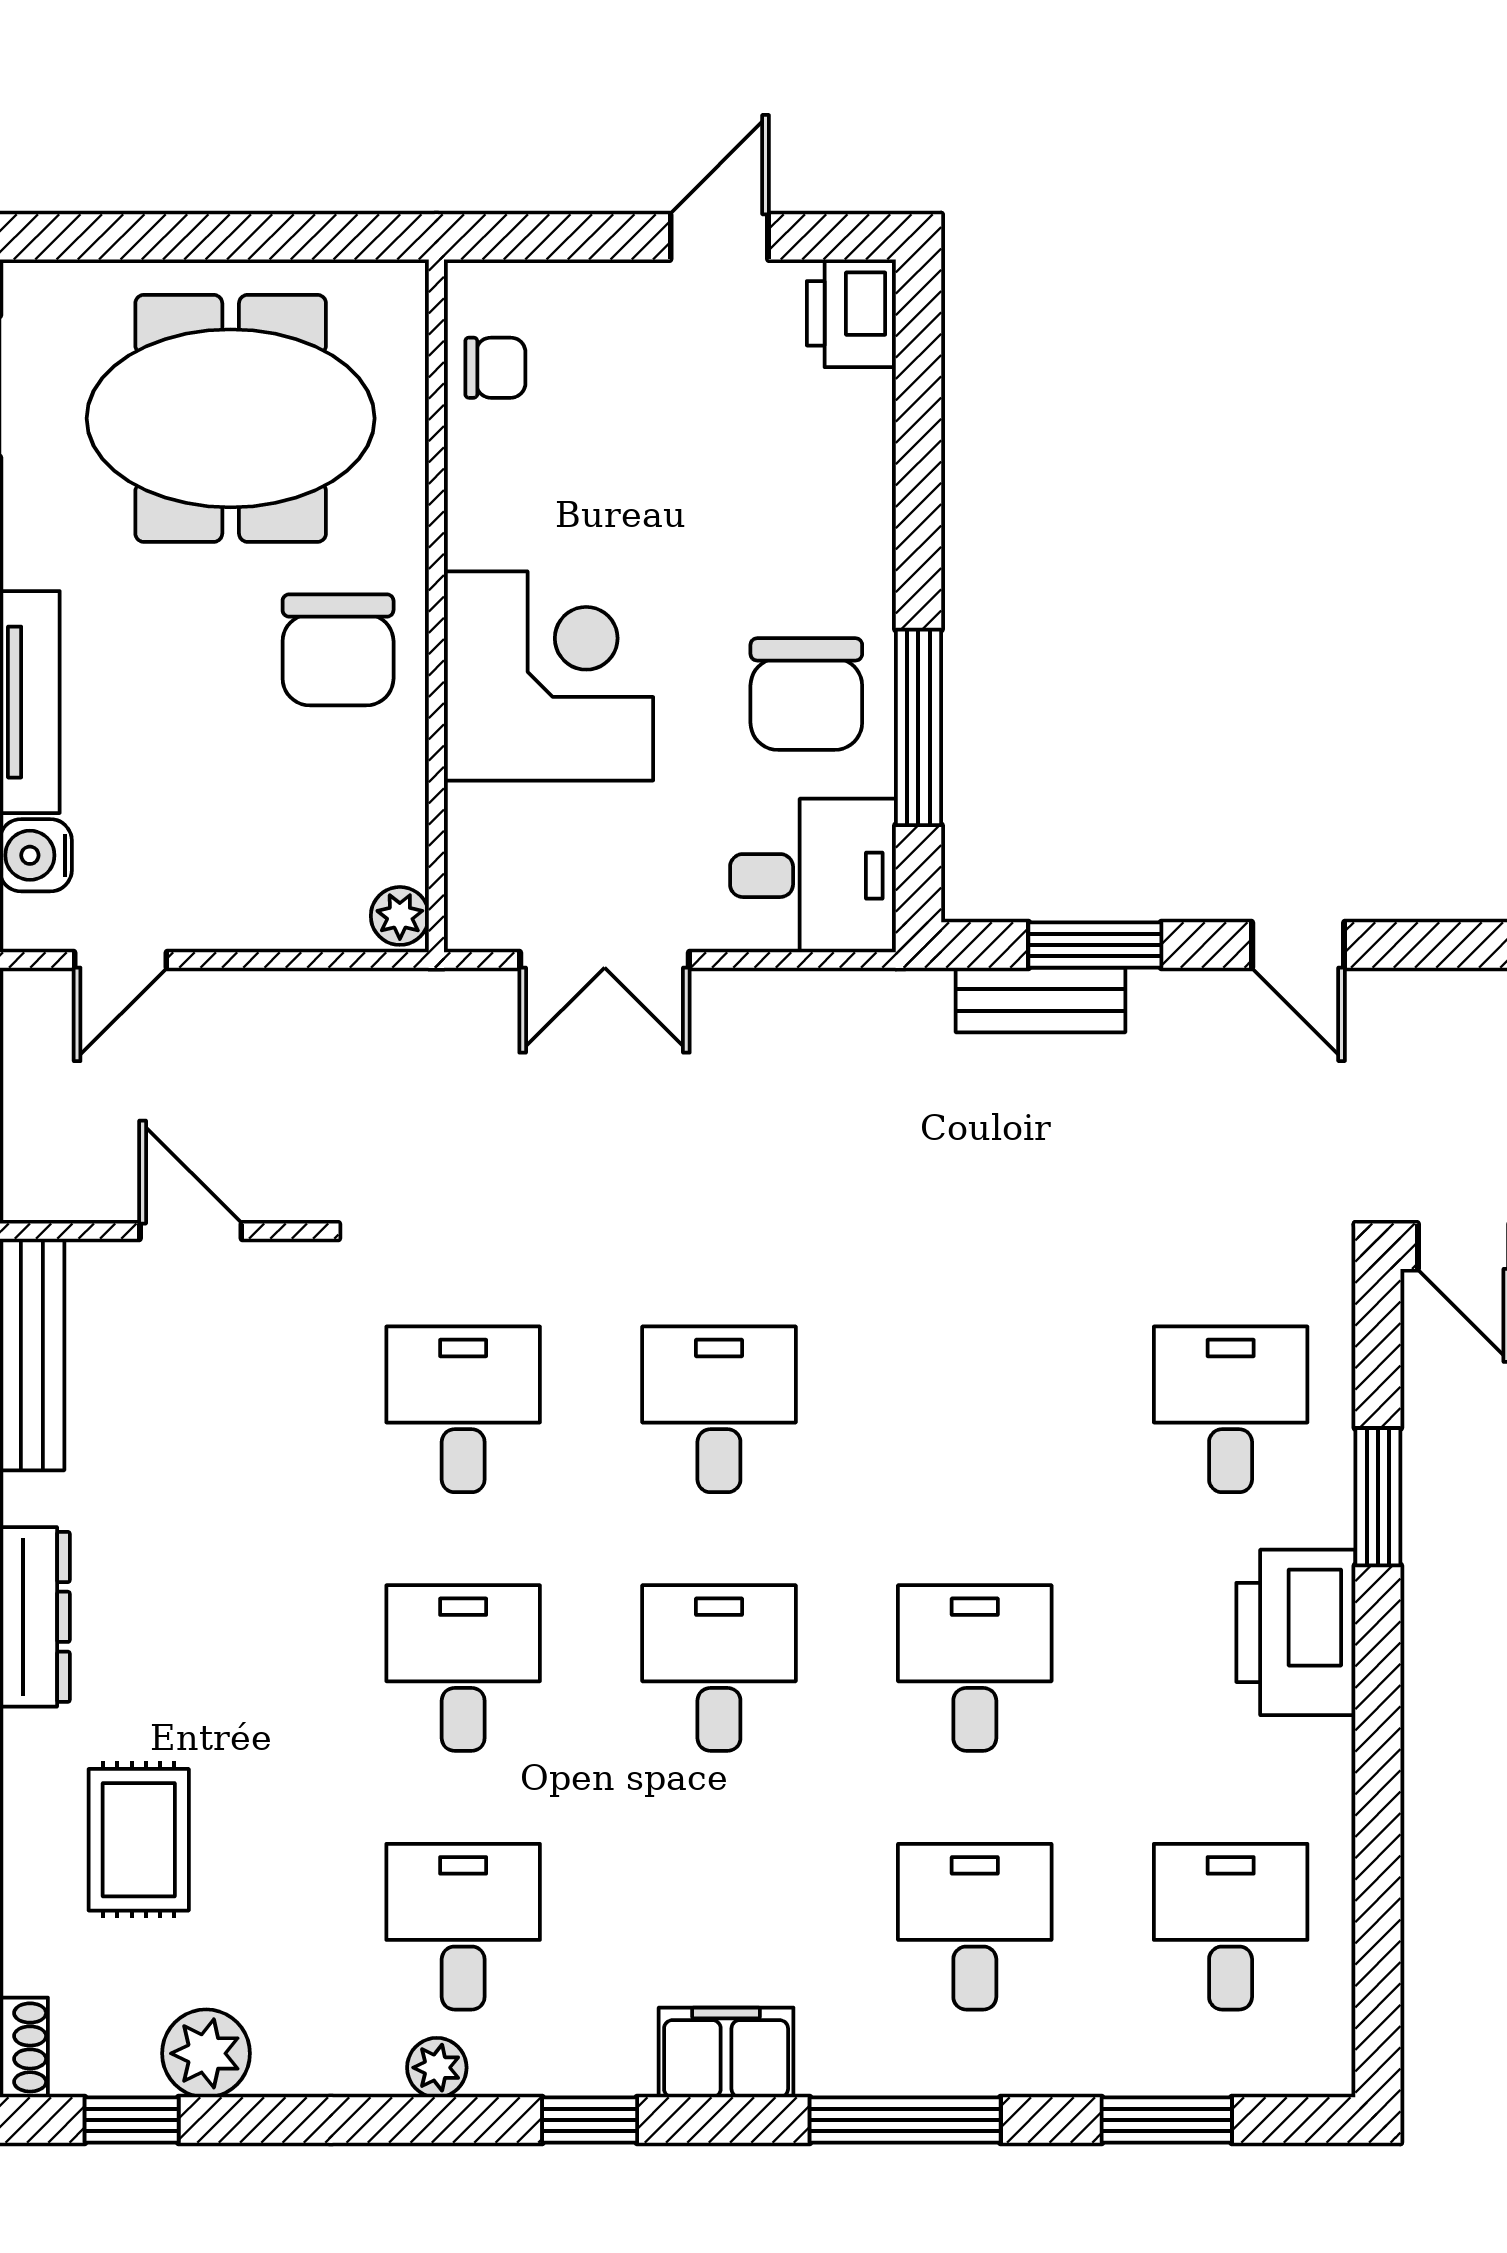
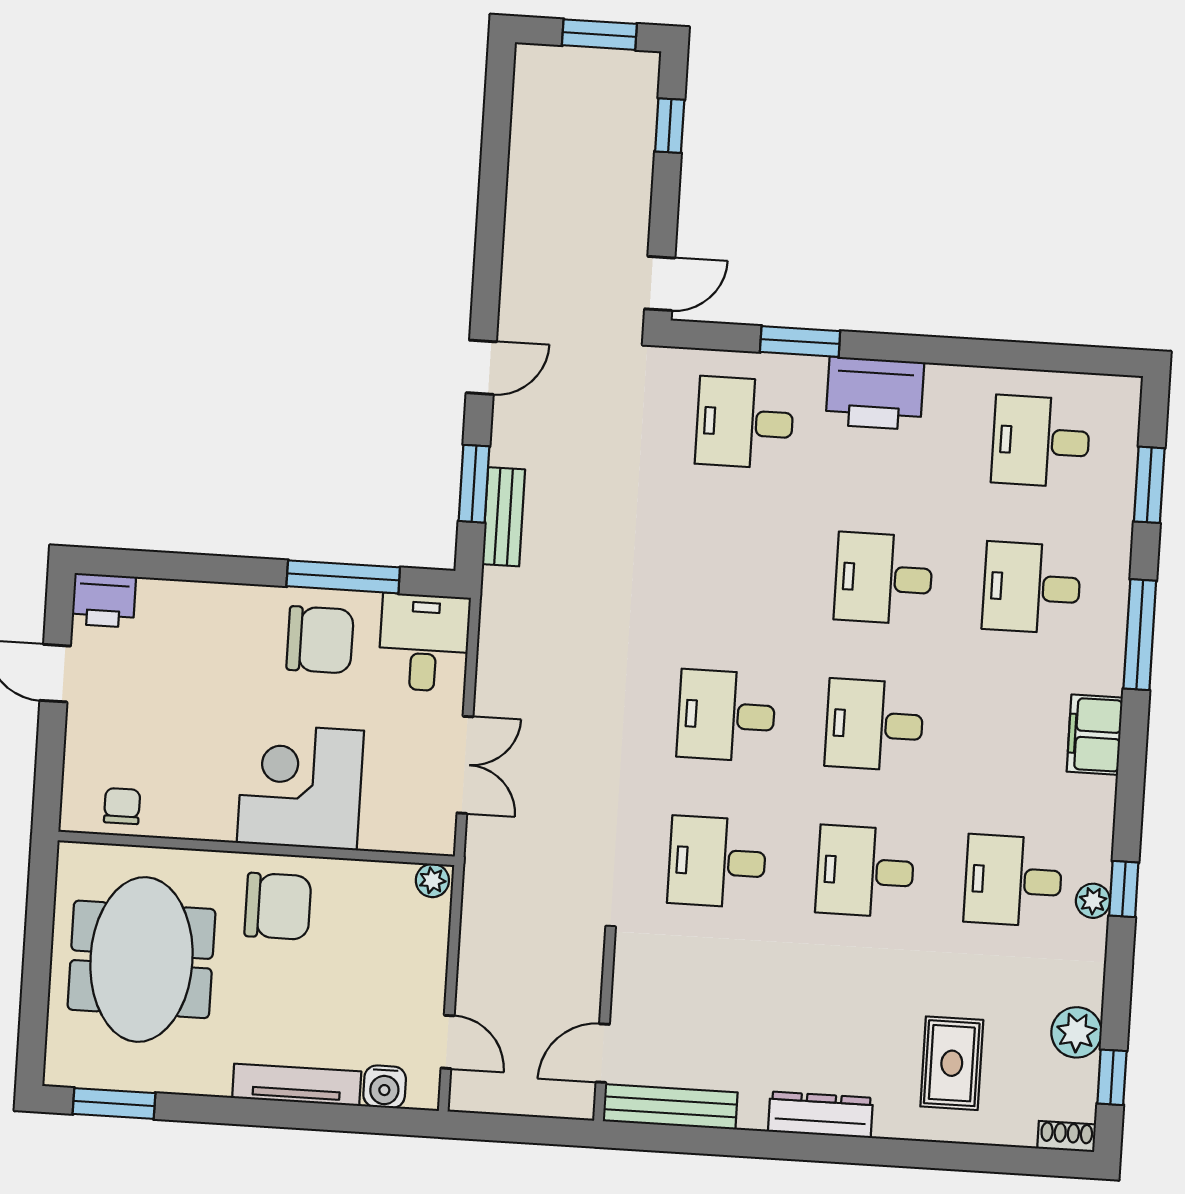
door: (191, 1231) -> (603, 1053), moved
rug: (139, 1840) -> (952, 1063), turned 90
window: (590, 2120) -> (1124, 889), moved

